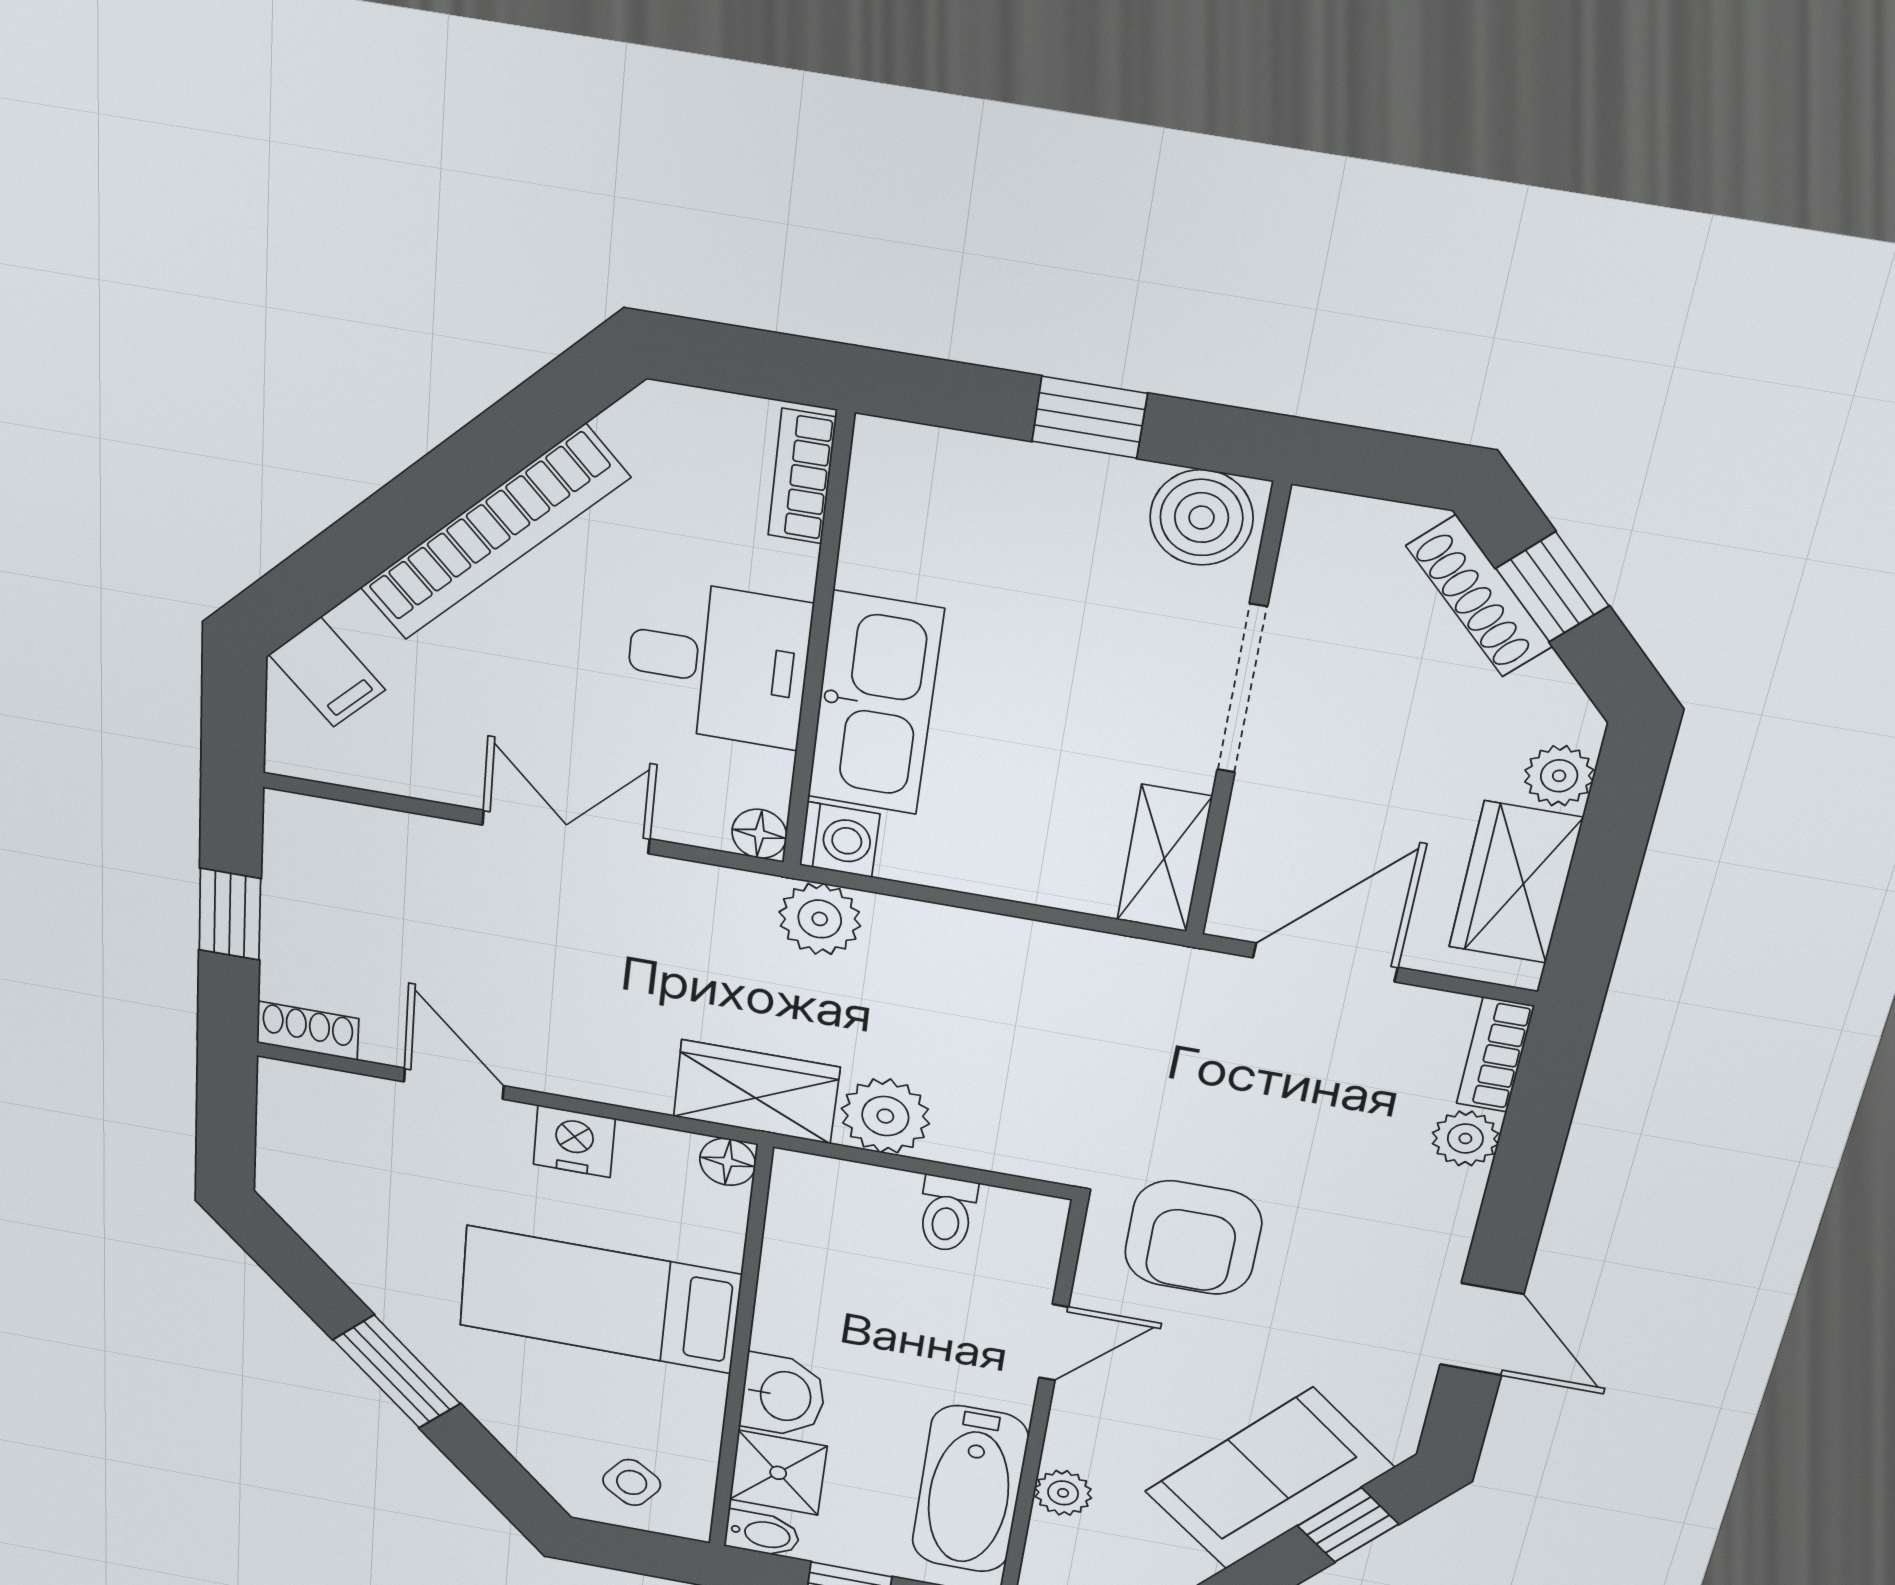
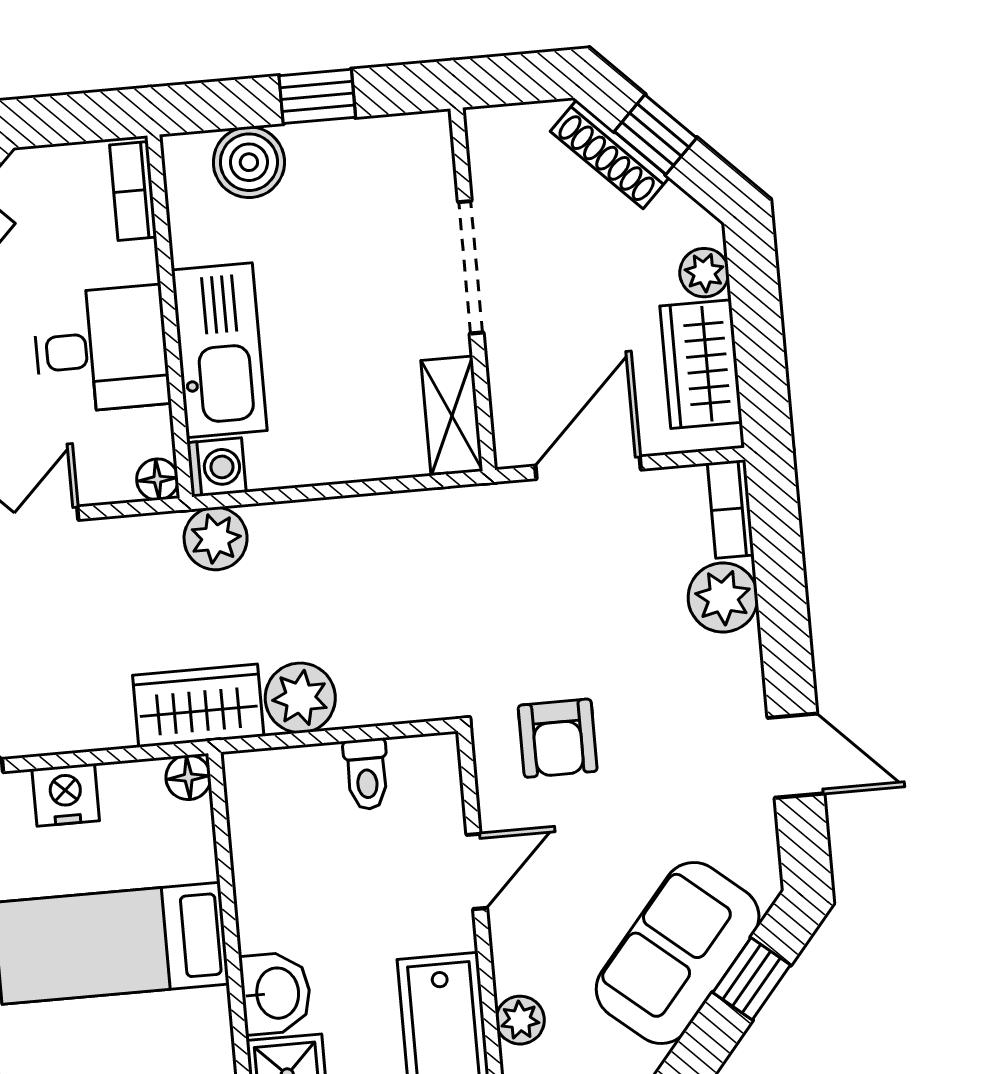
boiler: (1202, 518) -> (249, 162), moved
plant: (1465, 1139) -> (723, 597), width x1.38, depth x1.38
armchair: (1193, 1238) -> (558, 738), width x0.72, depth x0.72

